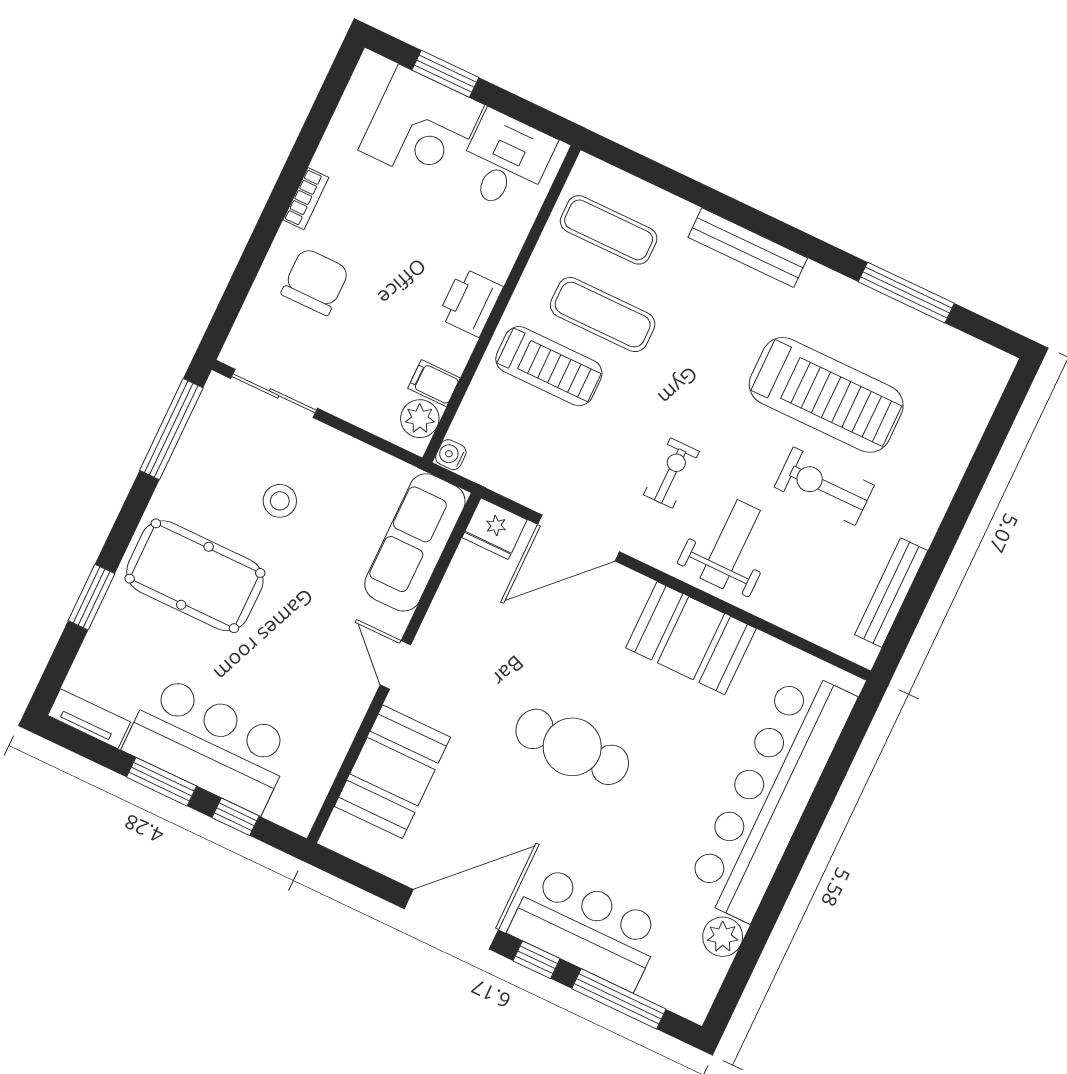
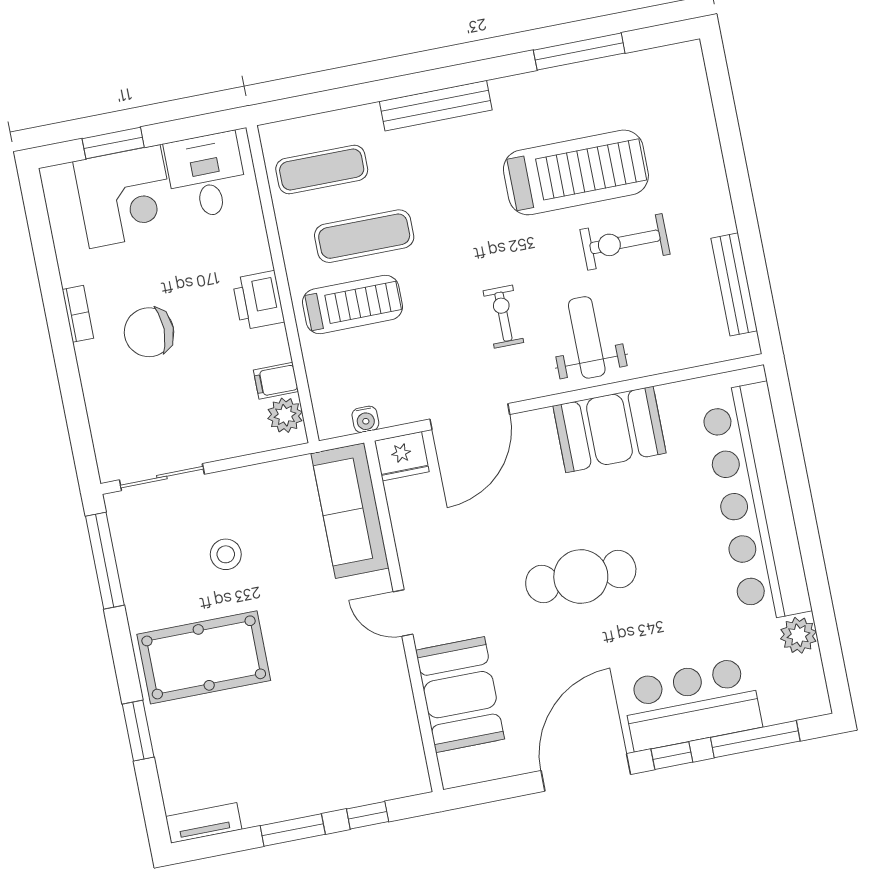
chair: (315, 282) -> (149, 332), moved, turned -90
water cooler: (451, 455) -> (365, 419), moved, turned -90
bar counter: (209, 744) -> (308, 776), removed

